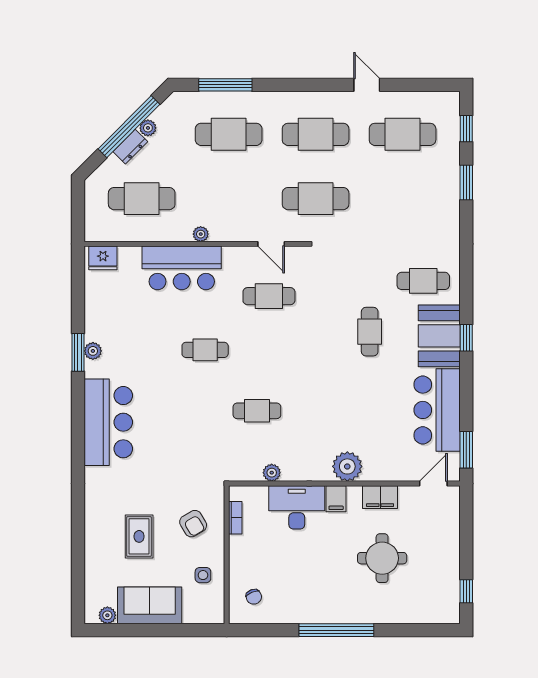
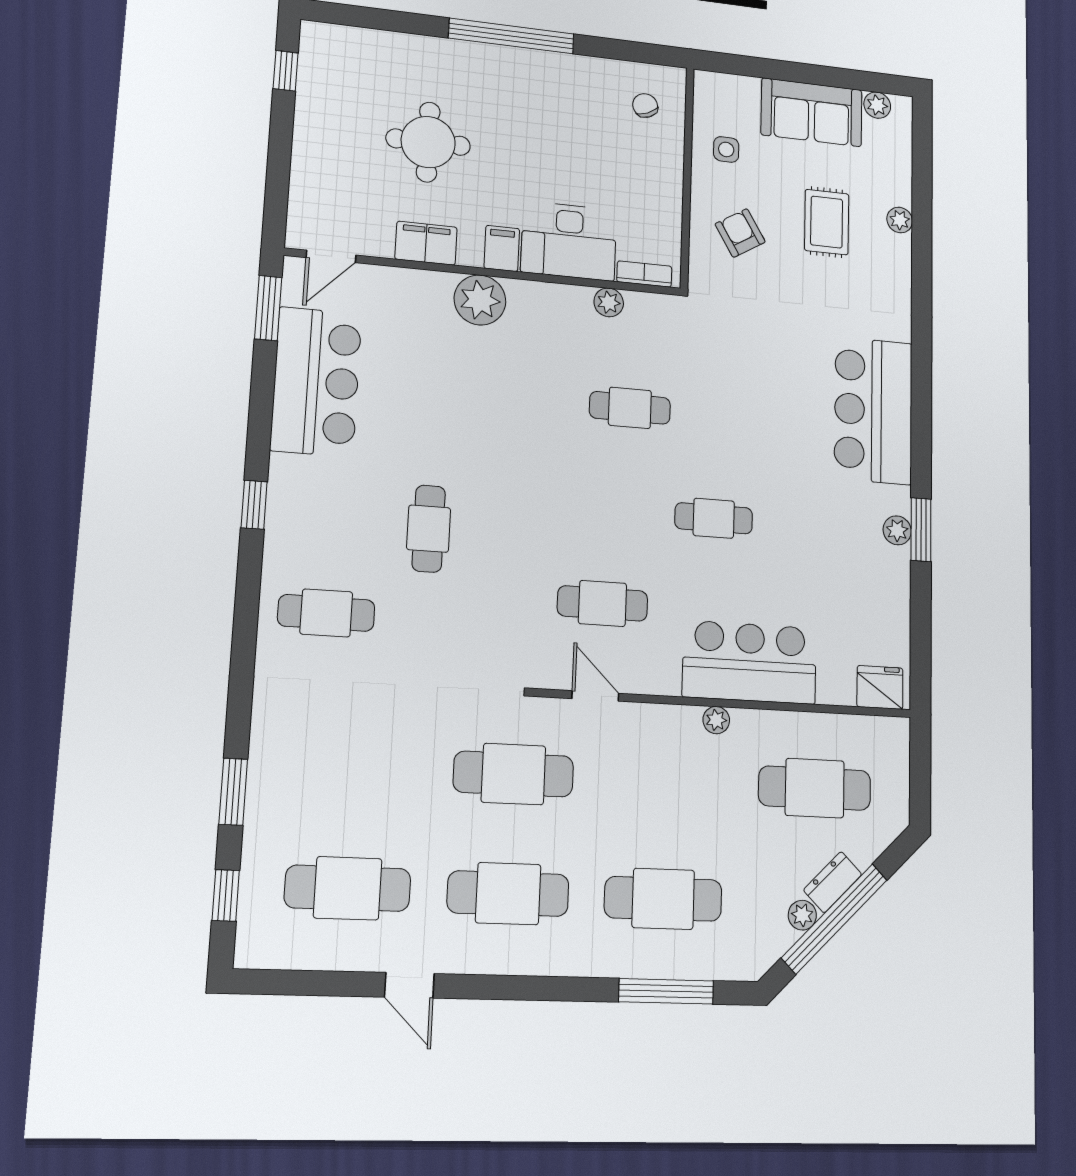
booth: (439, 336) -> (304, 512), removed
bookcase: (235, 518) -> (644, 274), moved, turned 90
plant: (92, 543) -> (900, 220), added

